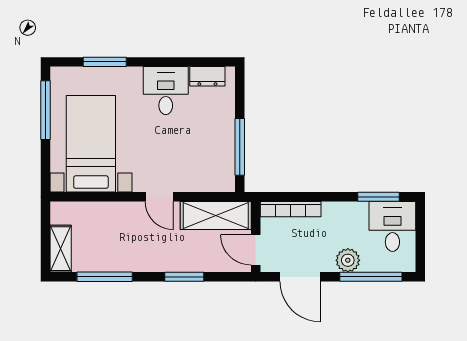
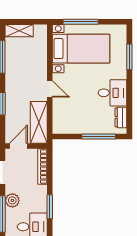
window: (45, 110) -> (81, 22), moved
window: (240, 147) -> (99, 137), moved
door: (159, 197) -> (50, 89), swing flipped
window: (378, 197) -> (50, 207), moved

